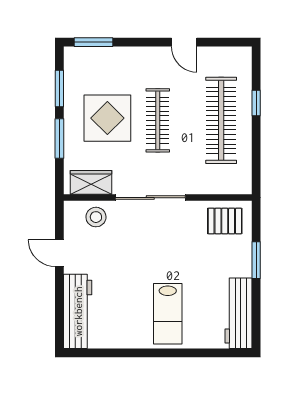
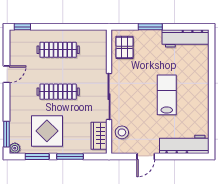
plant: (72, 55) -> (15, 148), added
window: (256, 103) -> (22, 27), moved
display table: (107, 118) -> (47, 131), moved
clothes rail: (221, 120) -> (58, 50), width x0.73, depth x0.76
lab bench: (168, 314) -> (167, 95), moved, turned -90

